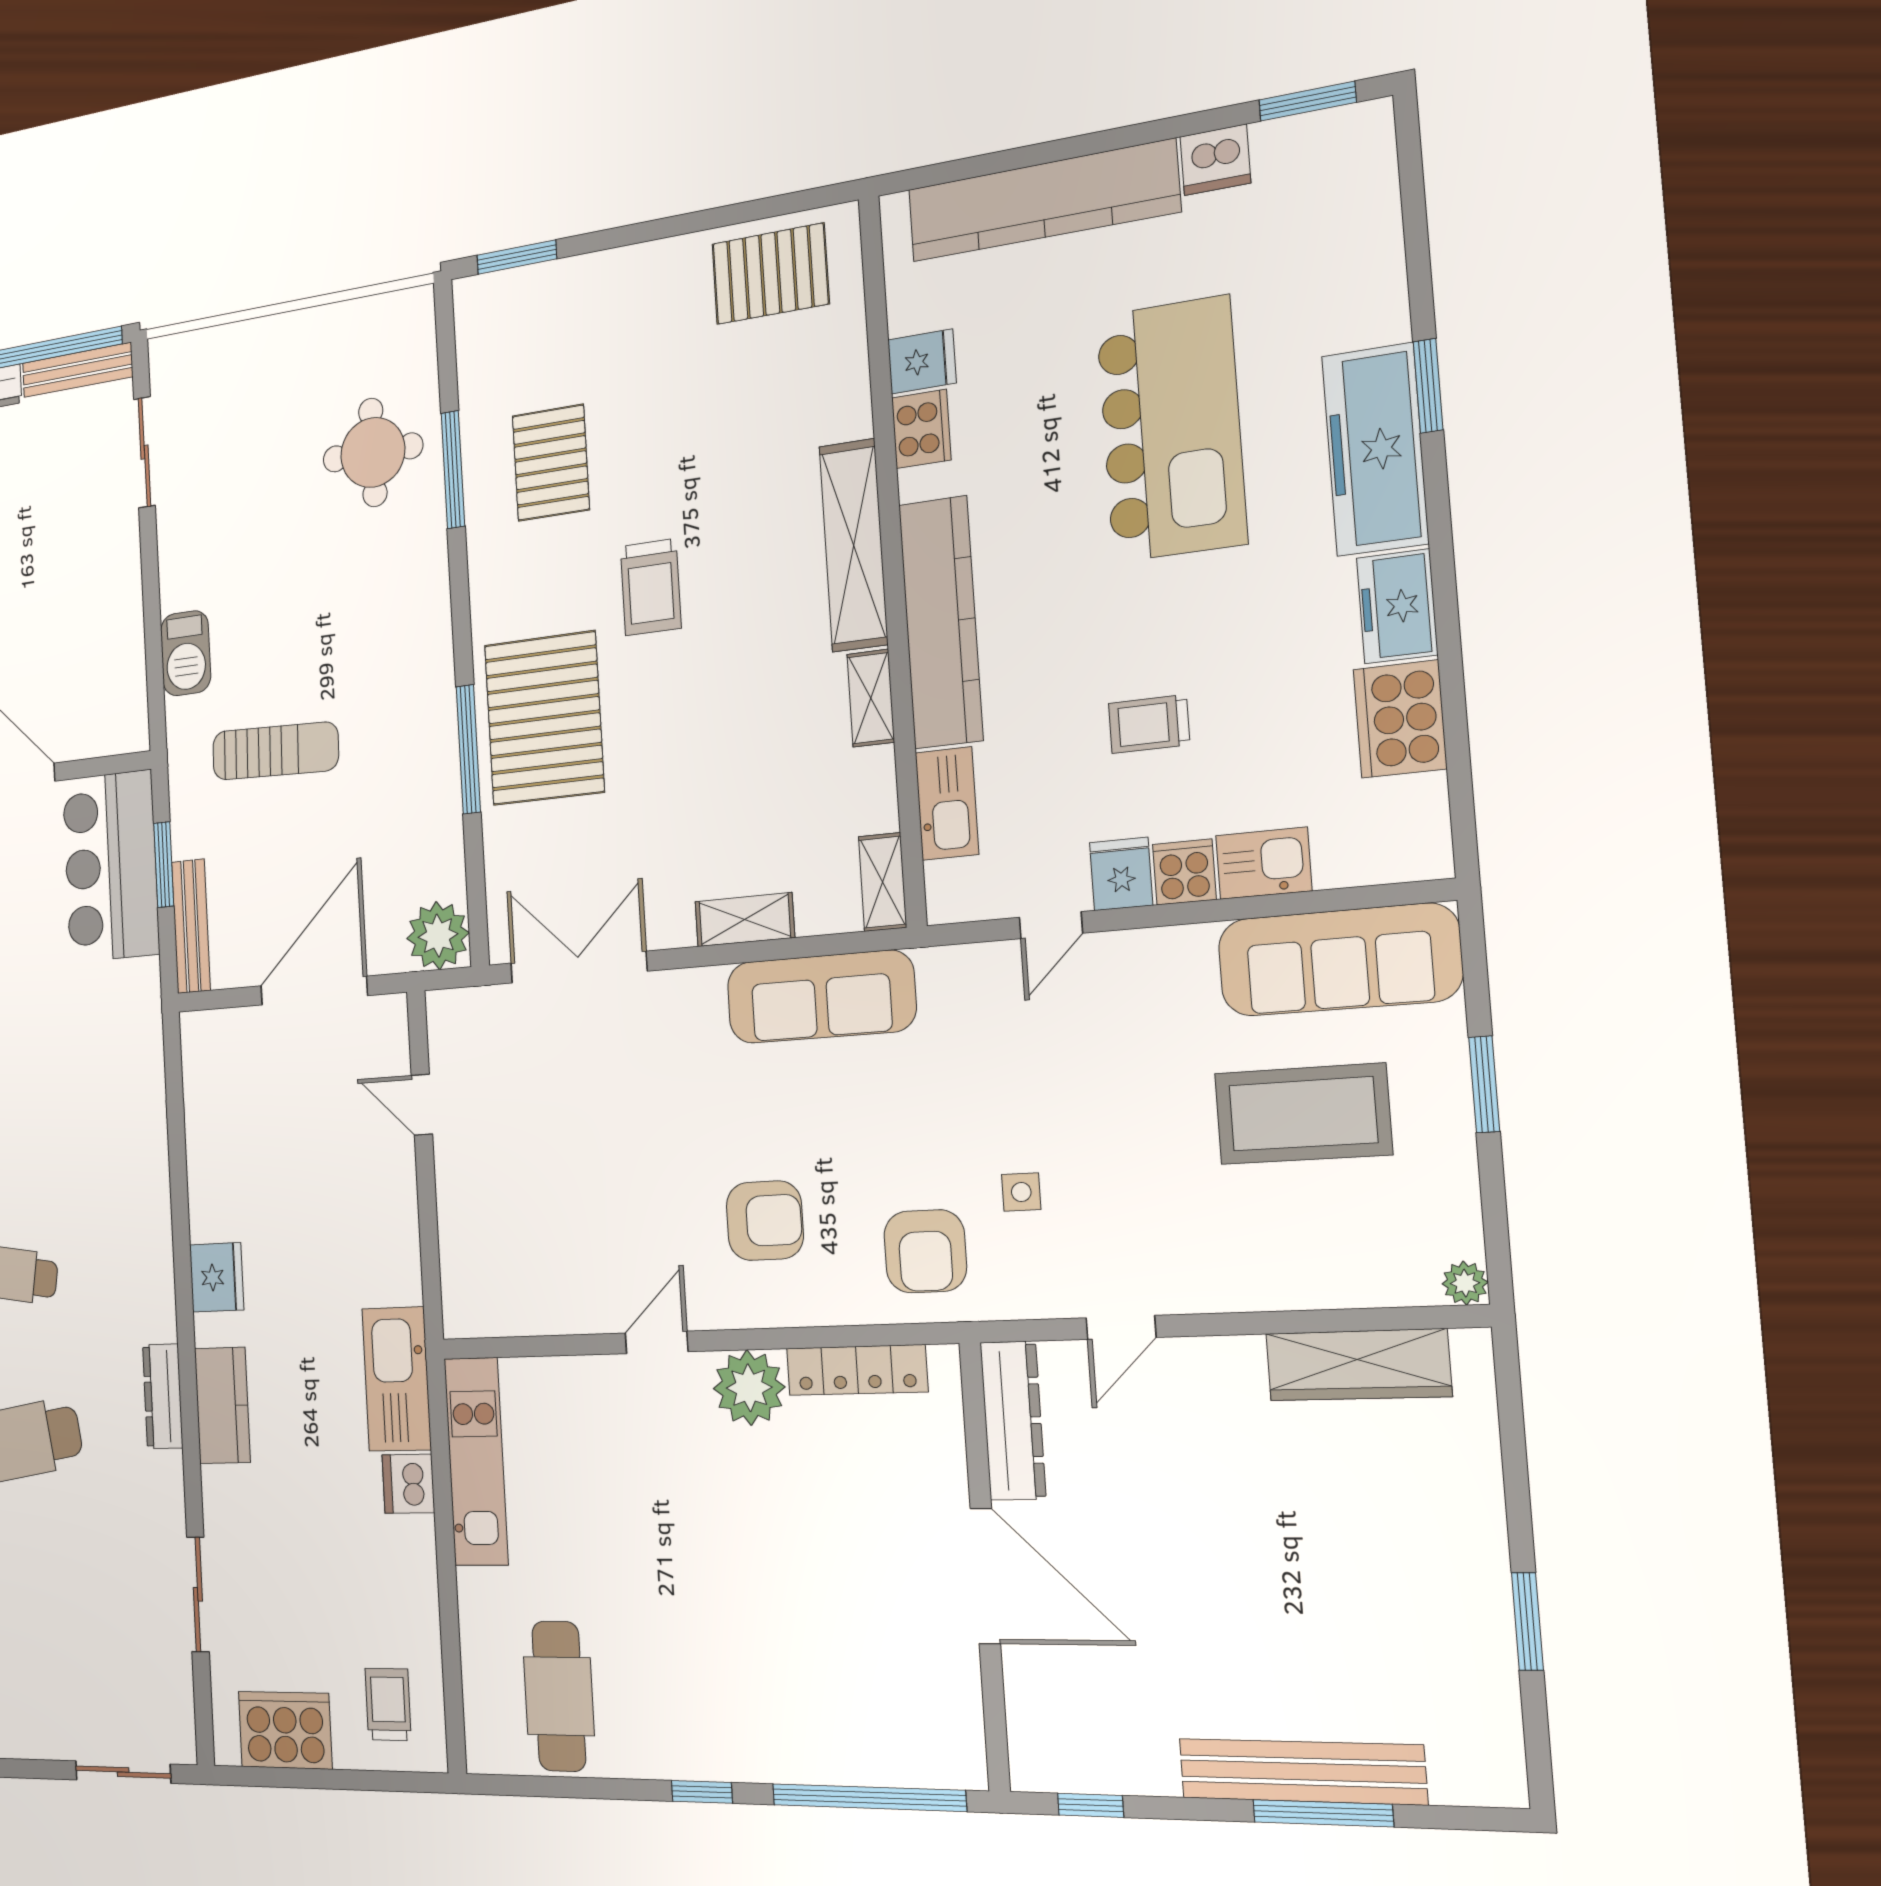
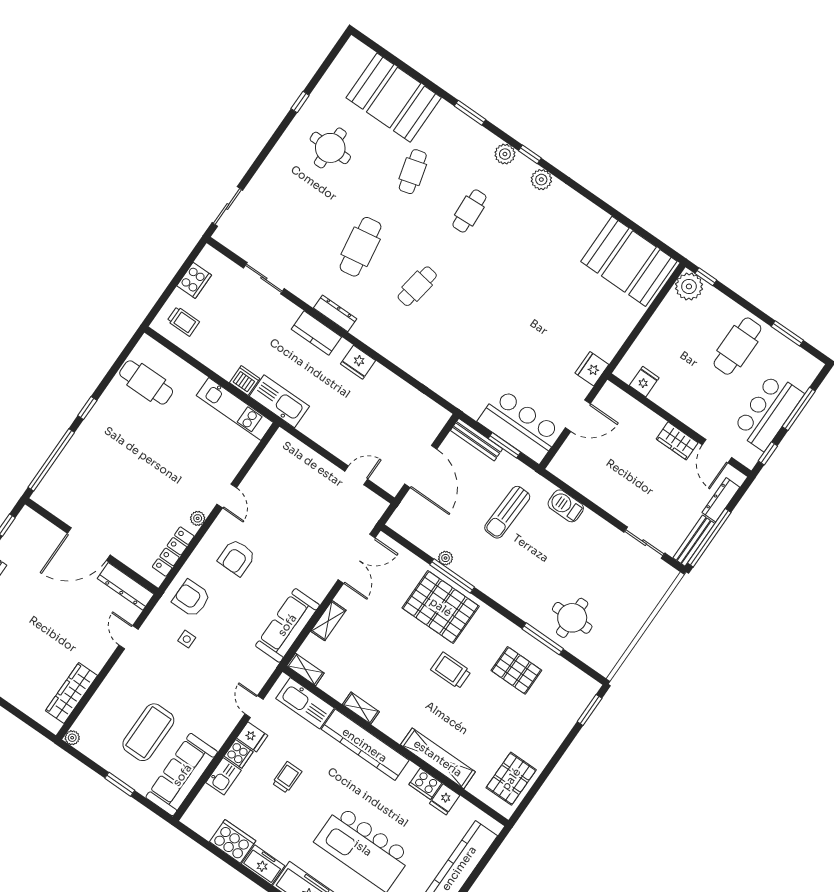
shelving: (854, 545) -> (438, 758), moved
kitchen sink: (947, 804) -> (305, 703), width x1.36, depth x1.24
plant: (438, 936) -> (446, 558), moved, width x0.53, depth x0.53
plant: (749, 1388) -> (198, 518), width x0.53, depth x0.53
cooker: (285, 1730) -> (194, 280), width x0.73, depth x0.76

